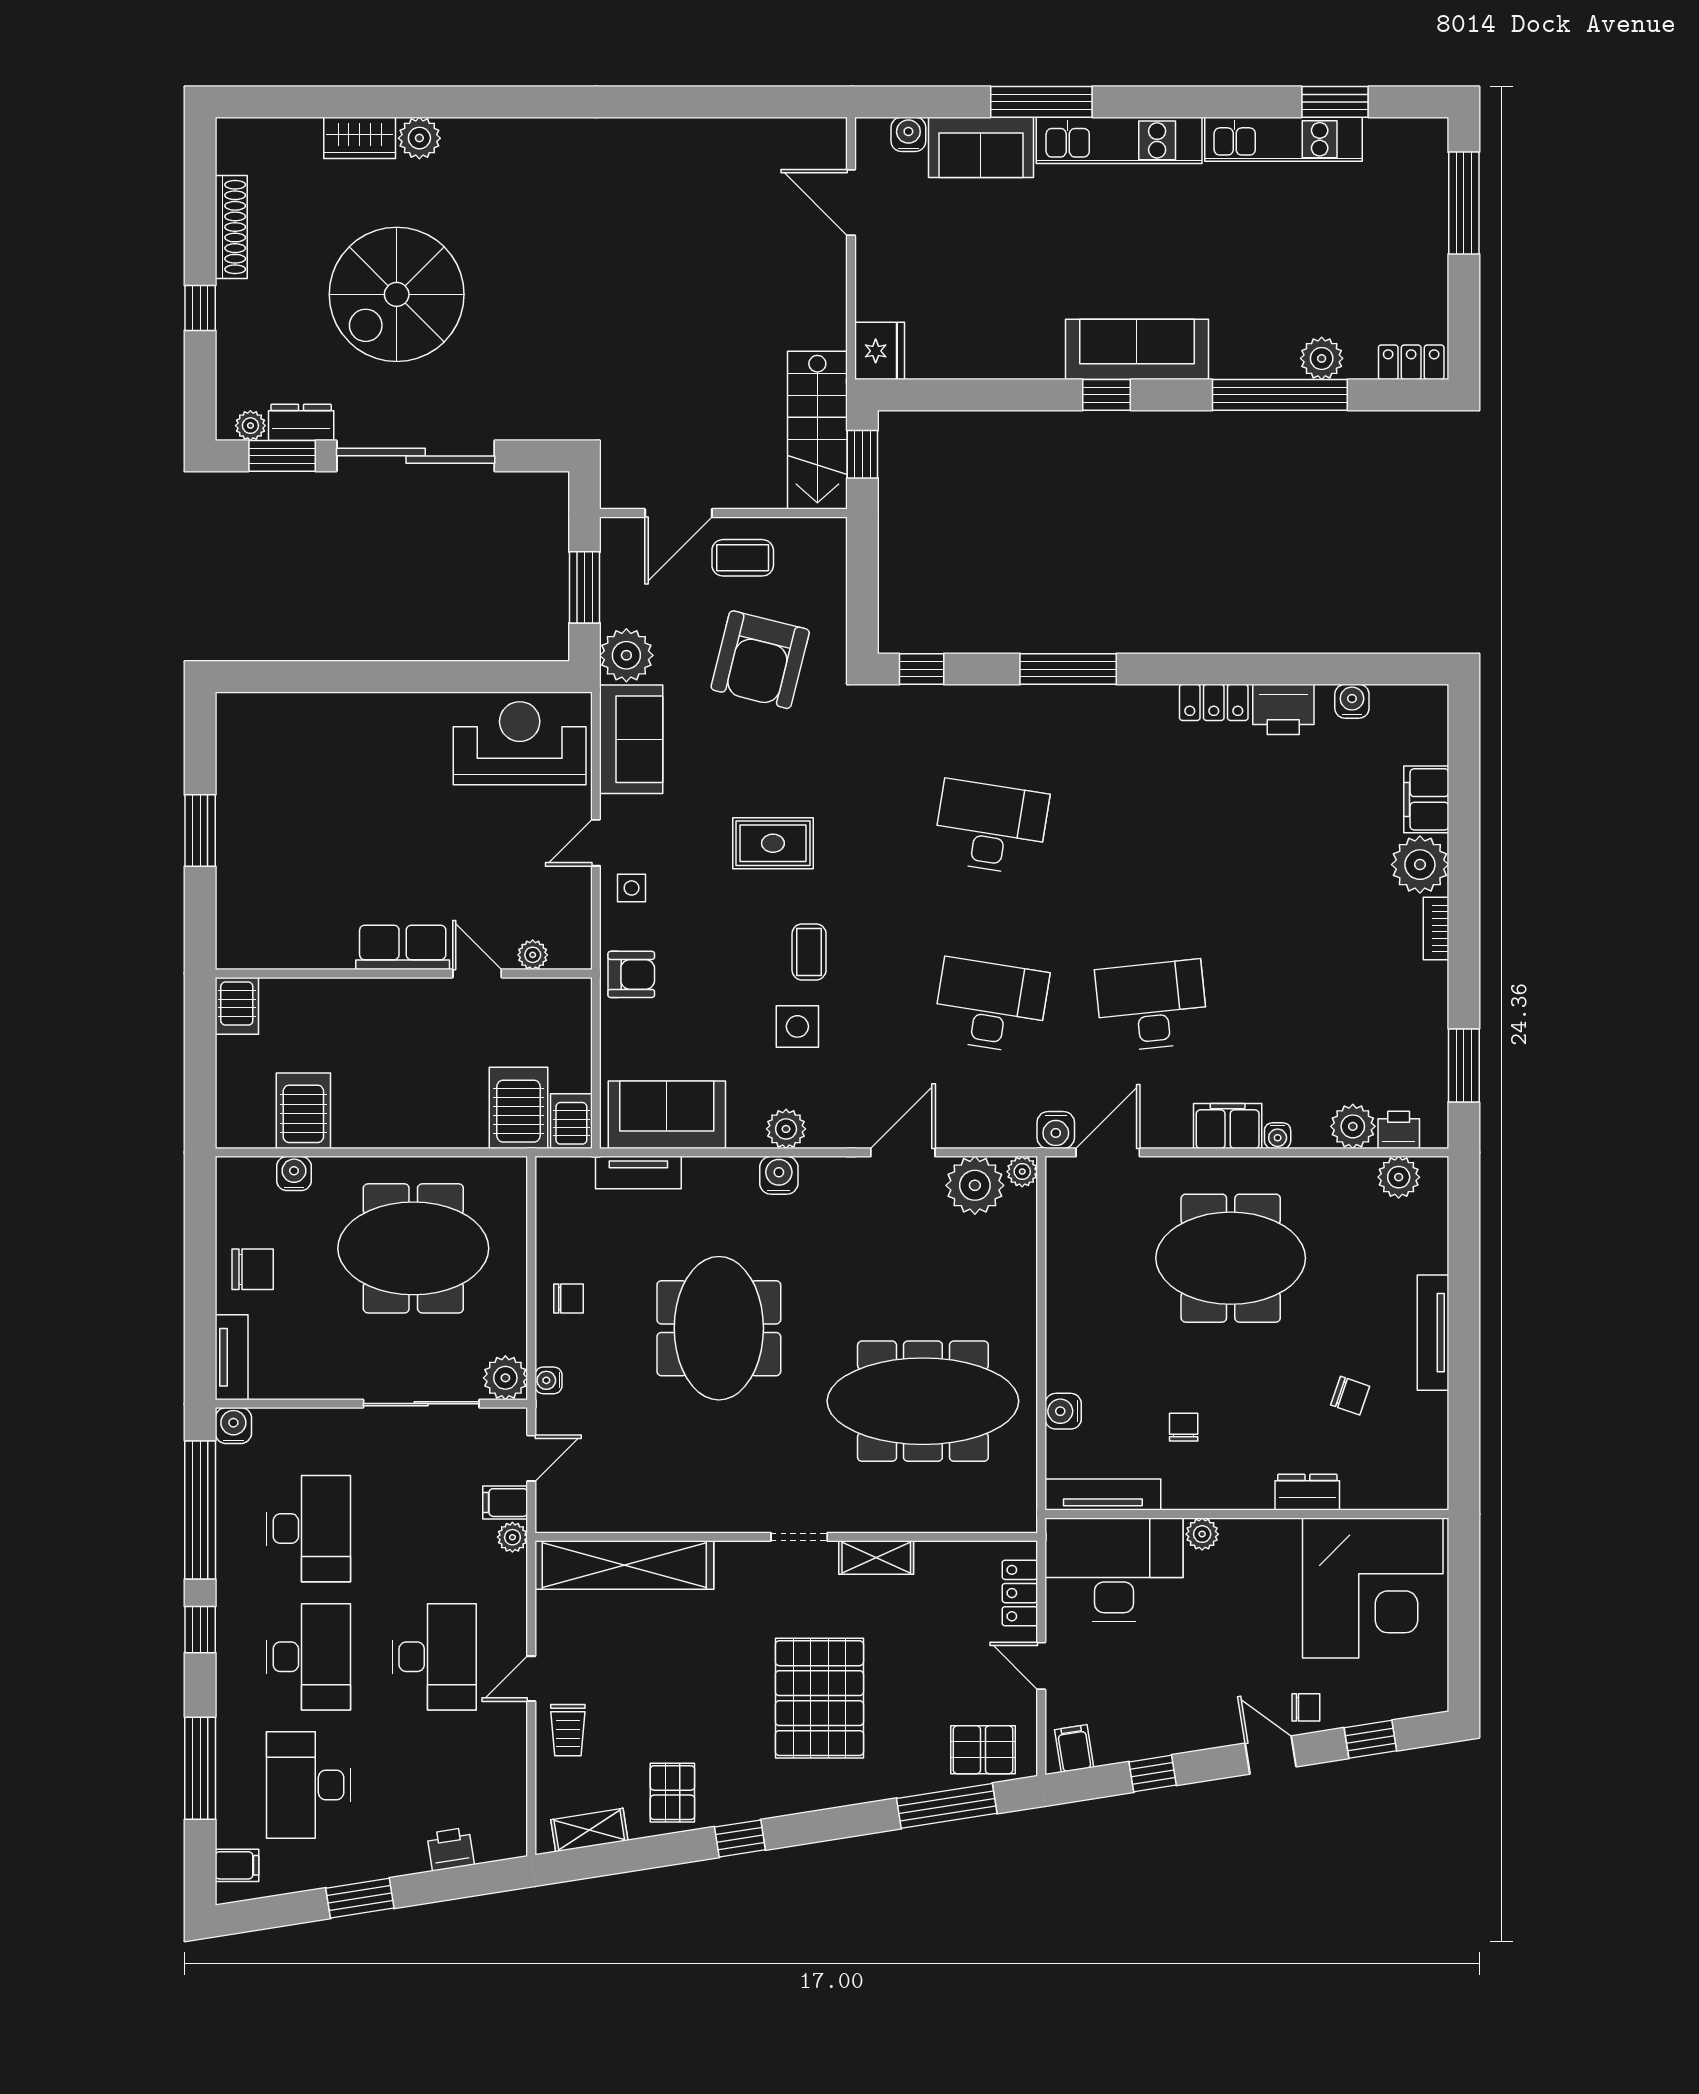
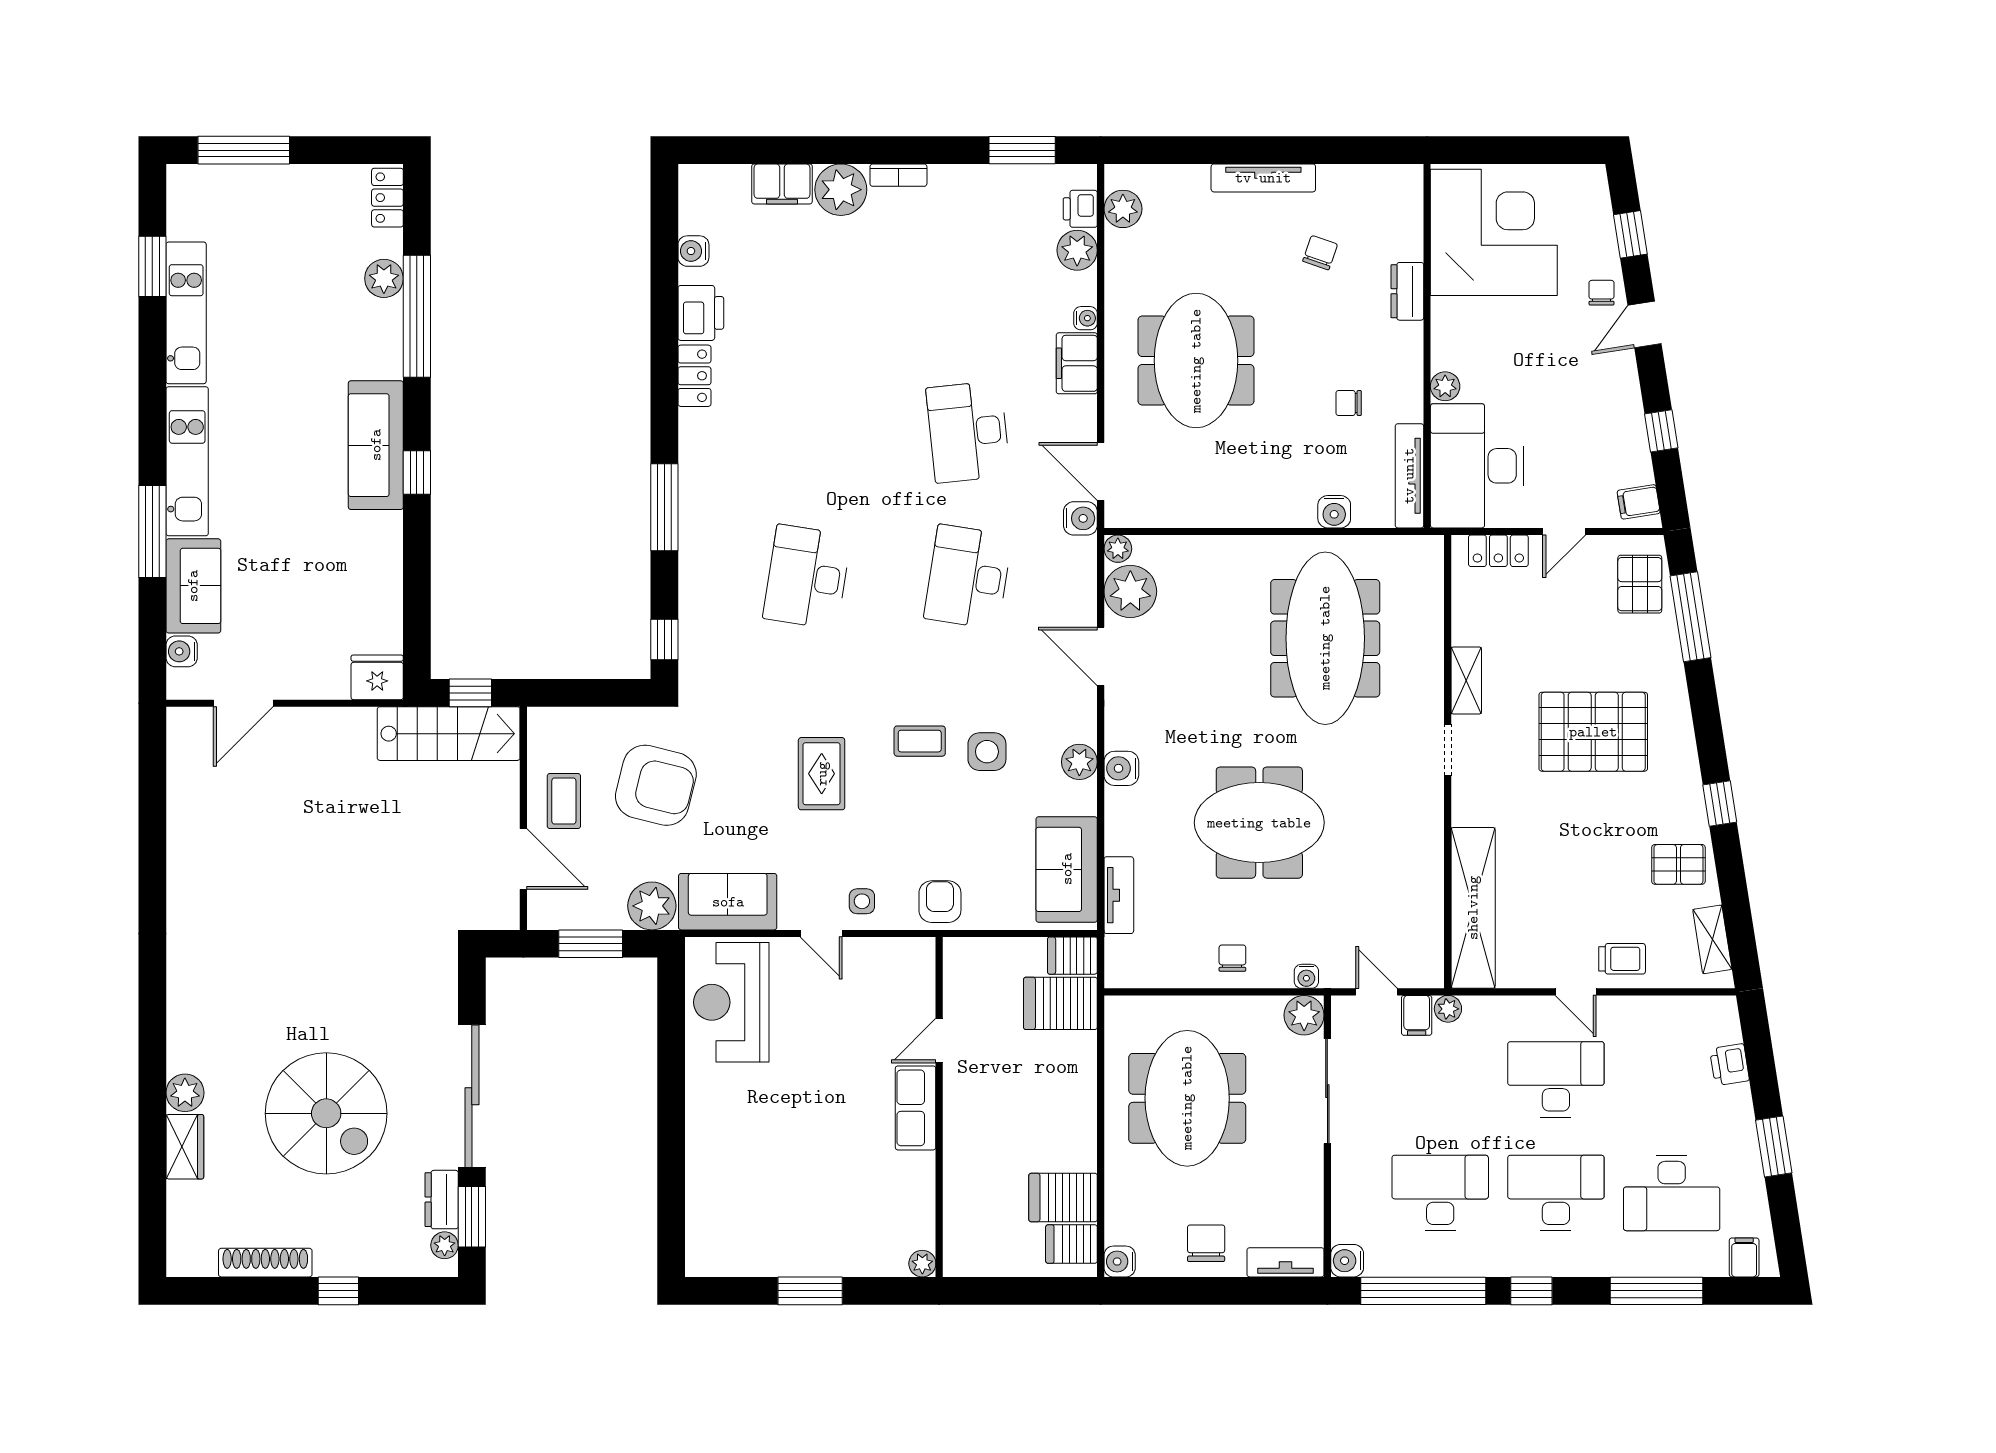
plant: (533, 955) -> (922, 1264), moved
server rack: (237, 1006) -> (1071, 1244), moved, turned 180
water cooler: (294, 1173) -> (1120, 1261), moved

